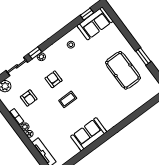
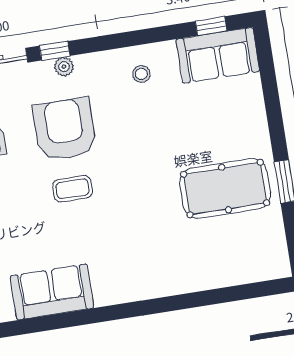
pool table: (123, 70) -> (225, 189), turned 90
armchair: (54, 79) -> (65, 129), width x1.88, depth x1.88
sofa: (89, 134) -> (52, 292), moved

